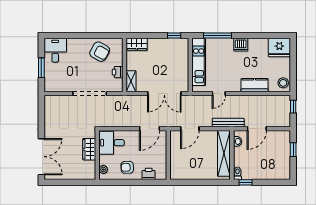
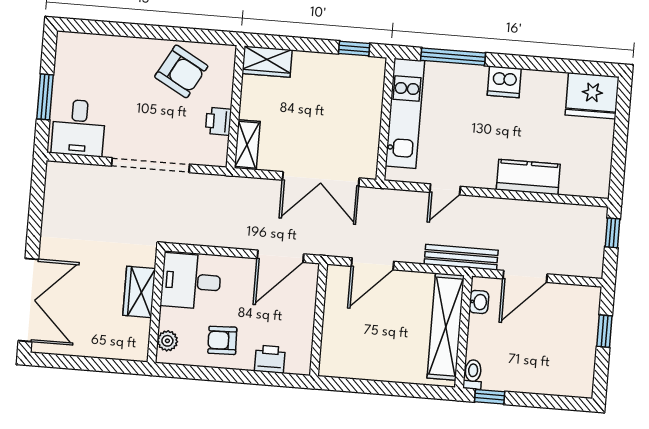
desk: (55, 50) -> (79, 128), moved, turned 180
stool: (283, 83) -> (594, 177), removed

